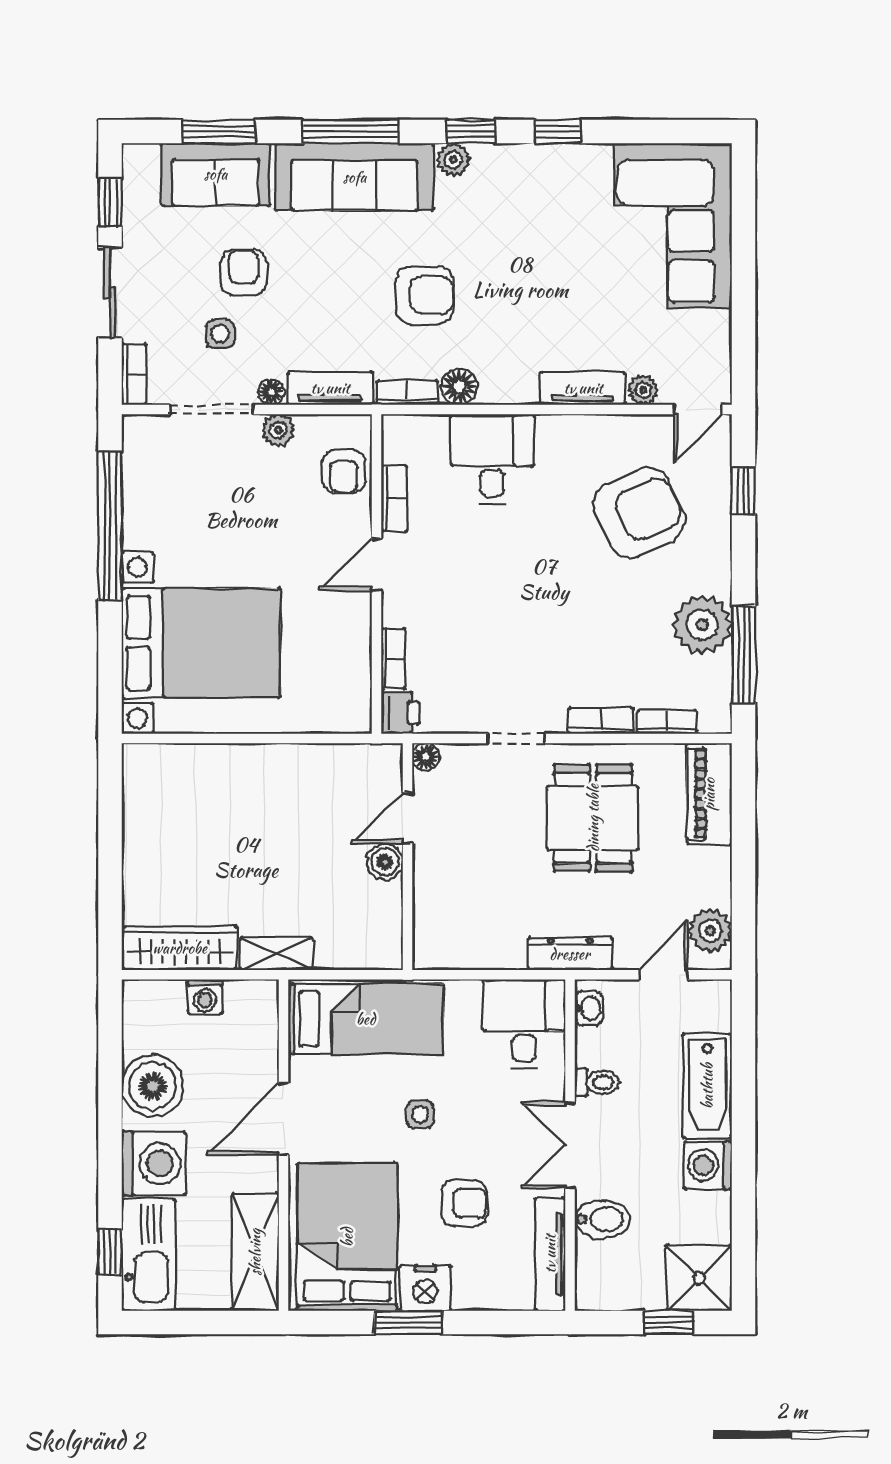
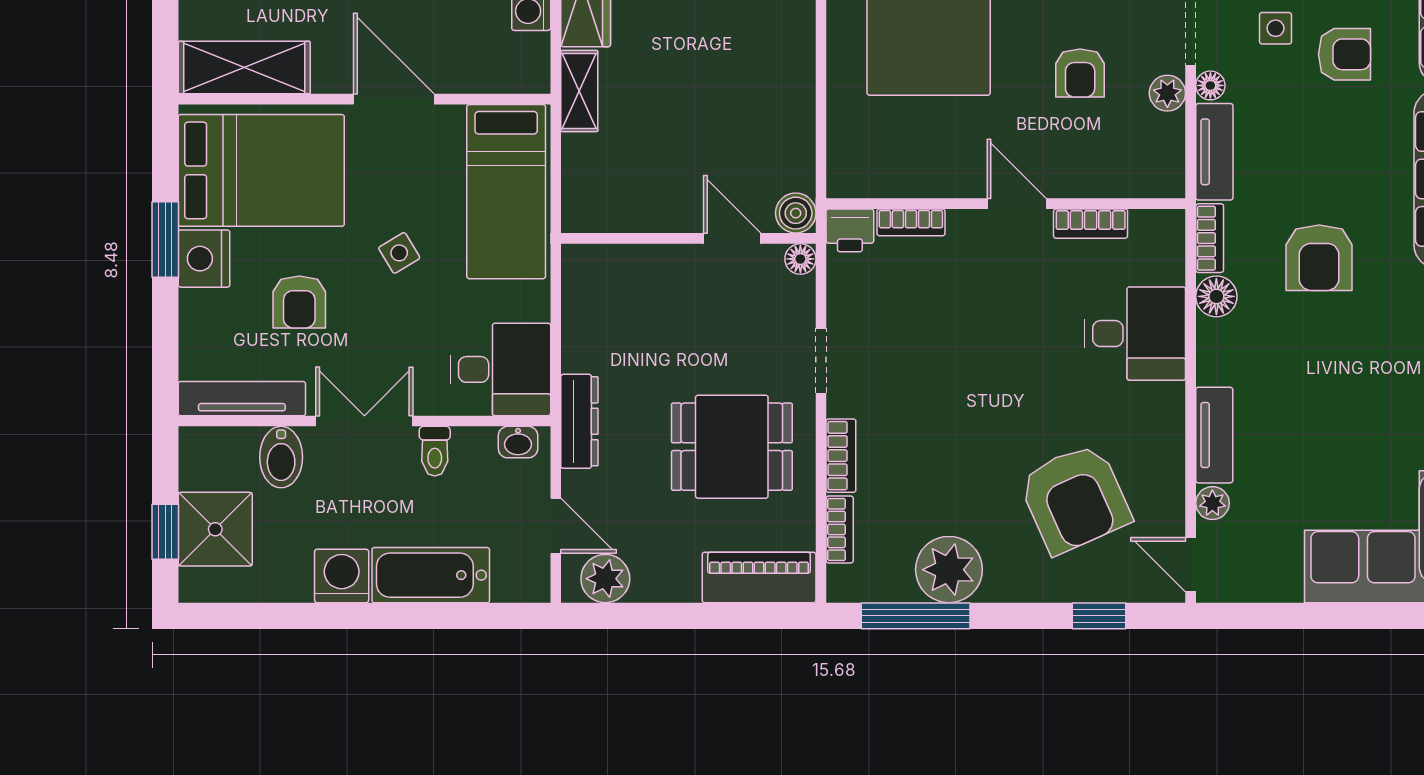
armchair: (344, 471) -> (1080, 73), moved, turned -90
boiler: (385, 862) -> (796, 213), moved
side table: (420, 1114) -> (399, 253), turned -31
shower: (699, 1278) -> (215, 529), moved

